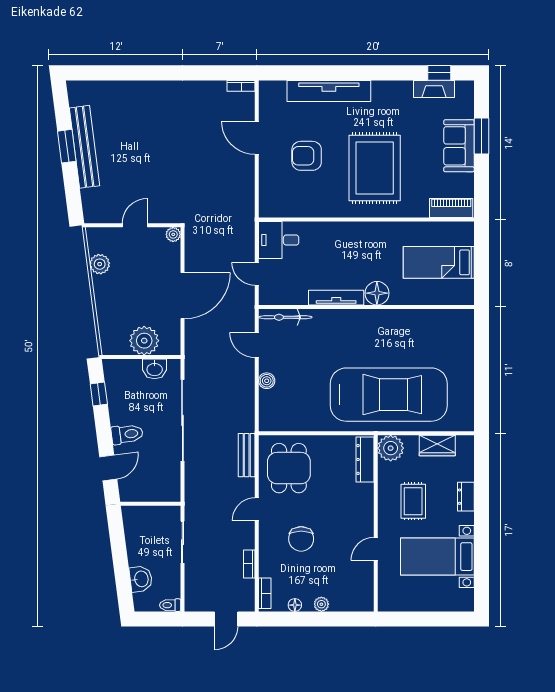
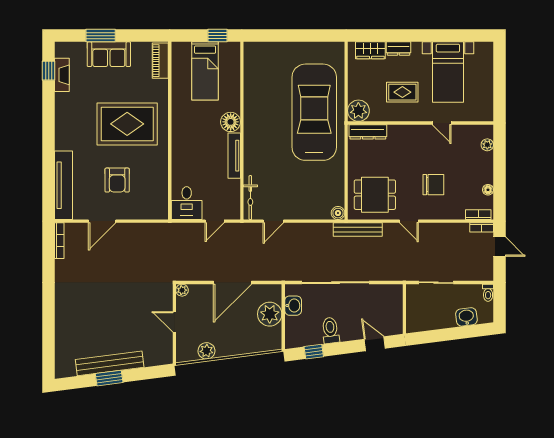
bookcase: (241, 86) -> (59, 241), width x1.56
tv unit: (329, 91) -> (64, 185), moved
window: (482, 277) -> (217, 36), added
door: (182, 296) -> (232, 283), swing flipped
boiler: (267, 381) -> (338, 213), moved
toilet: (127, 434) -> (330, 330), moved
wardrobe: (437, 445) -> (370, 50), moved, turned 90
bench: (247, 455) -> (358, 230), width x1.36
bookcase: (249, 564) -> (482, 227), moved
plant: (321, 604) -> (487, 145), moved

